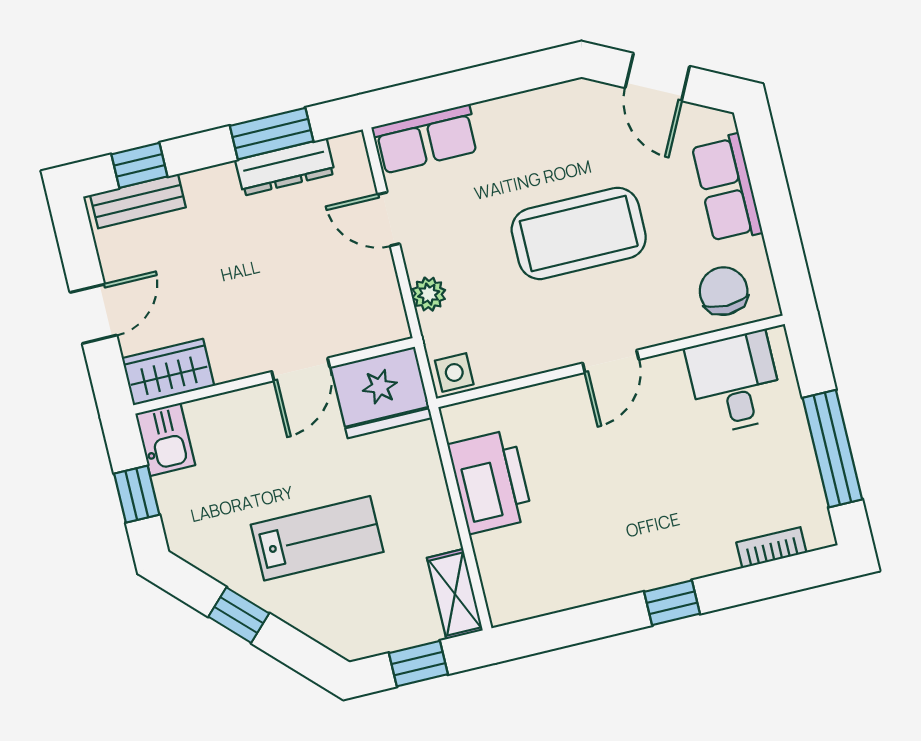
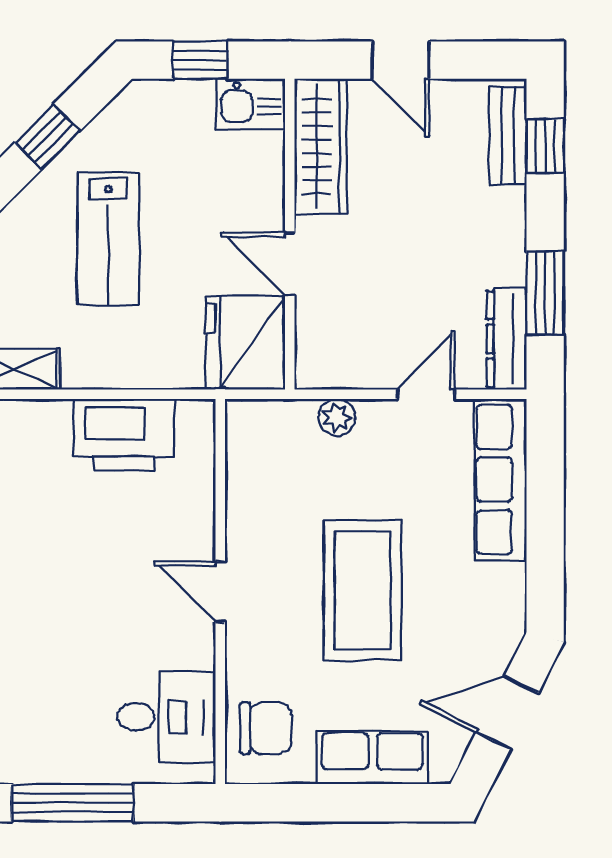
row of seats: (426, 139) -> (500, 480), width x1.48
dresser: (285, 167) -> (507, 339), moved
wardrobe: (168, 372) -> (321, 146), width x1.50
side table: (454, 372) -> (248, 425), removed

